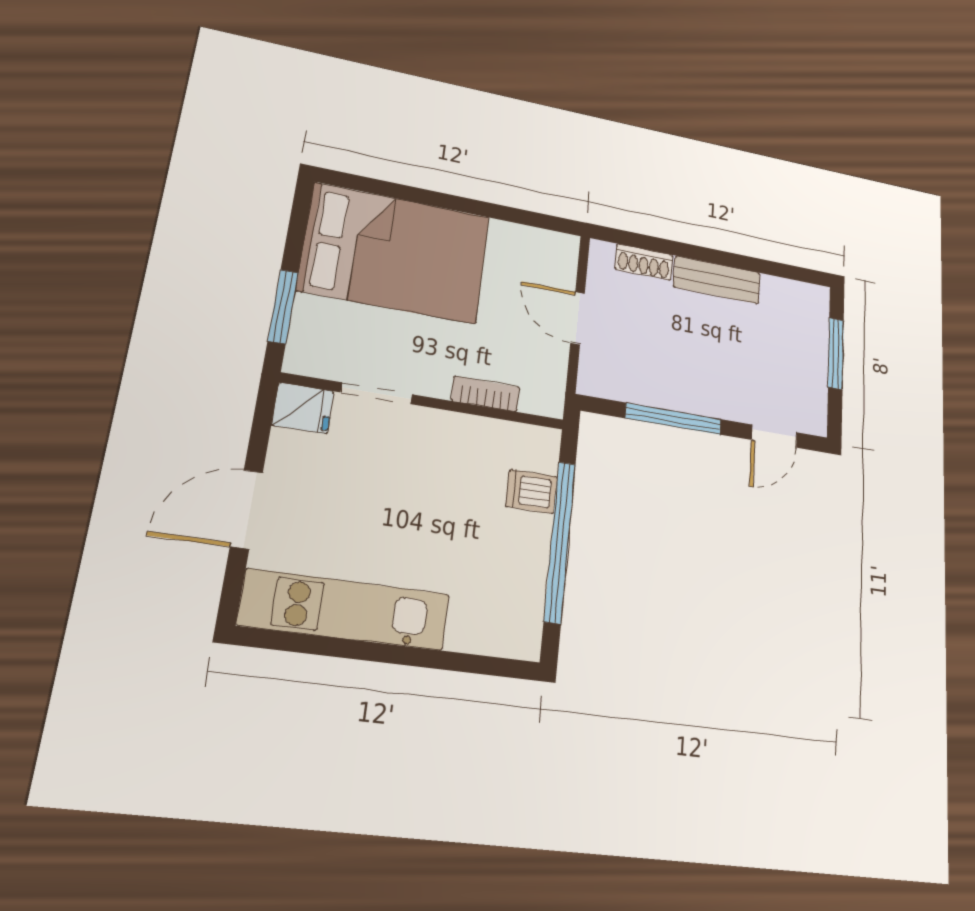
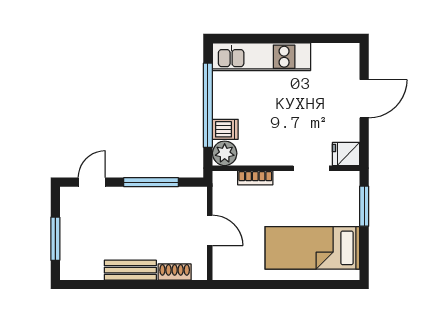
bed: (395, 253) -> (312, 248), width x0.67
plant: (537, 448) -> (225, 153), added
kitchen unit: (345, 610) -> (261, 57), moved

